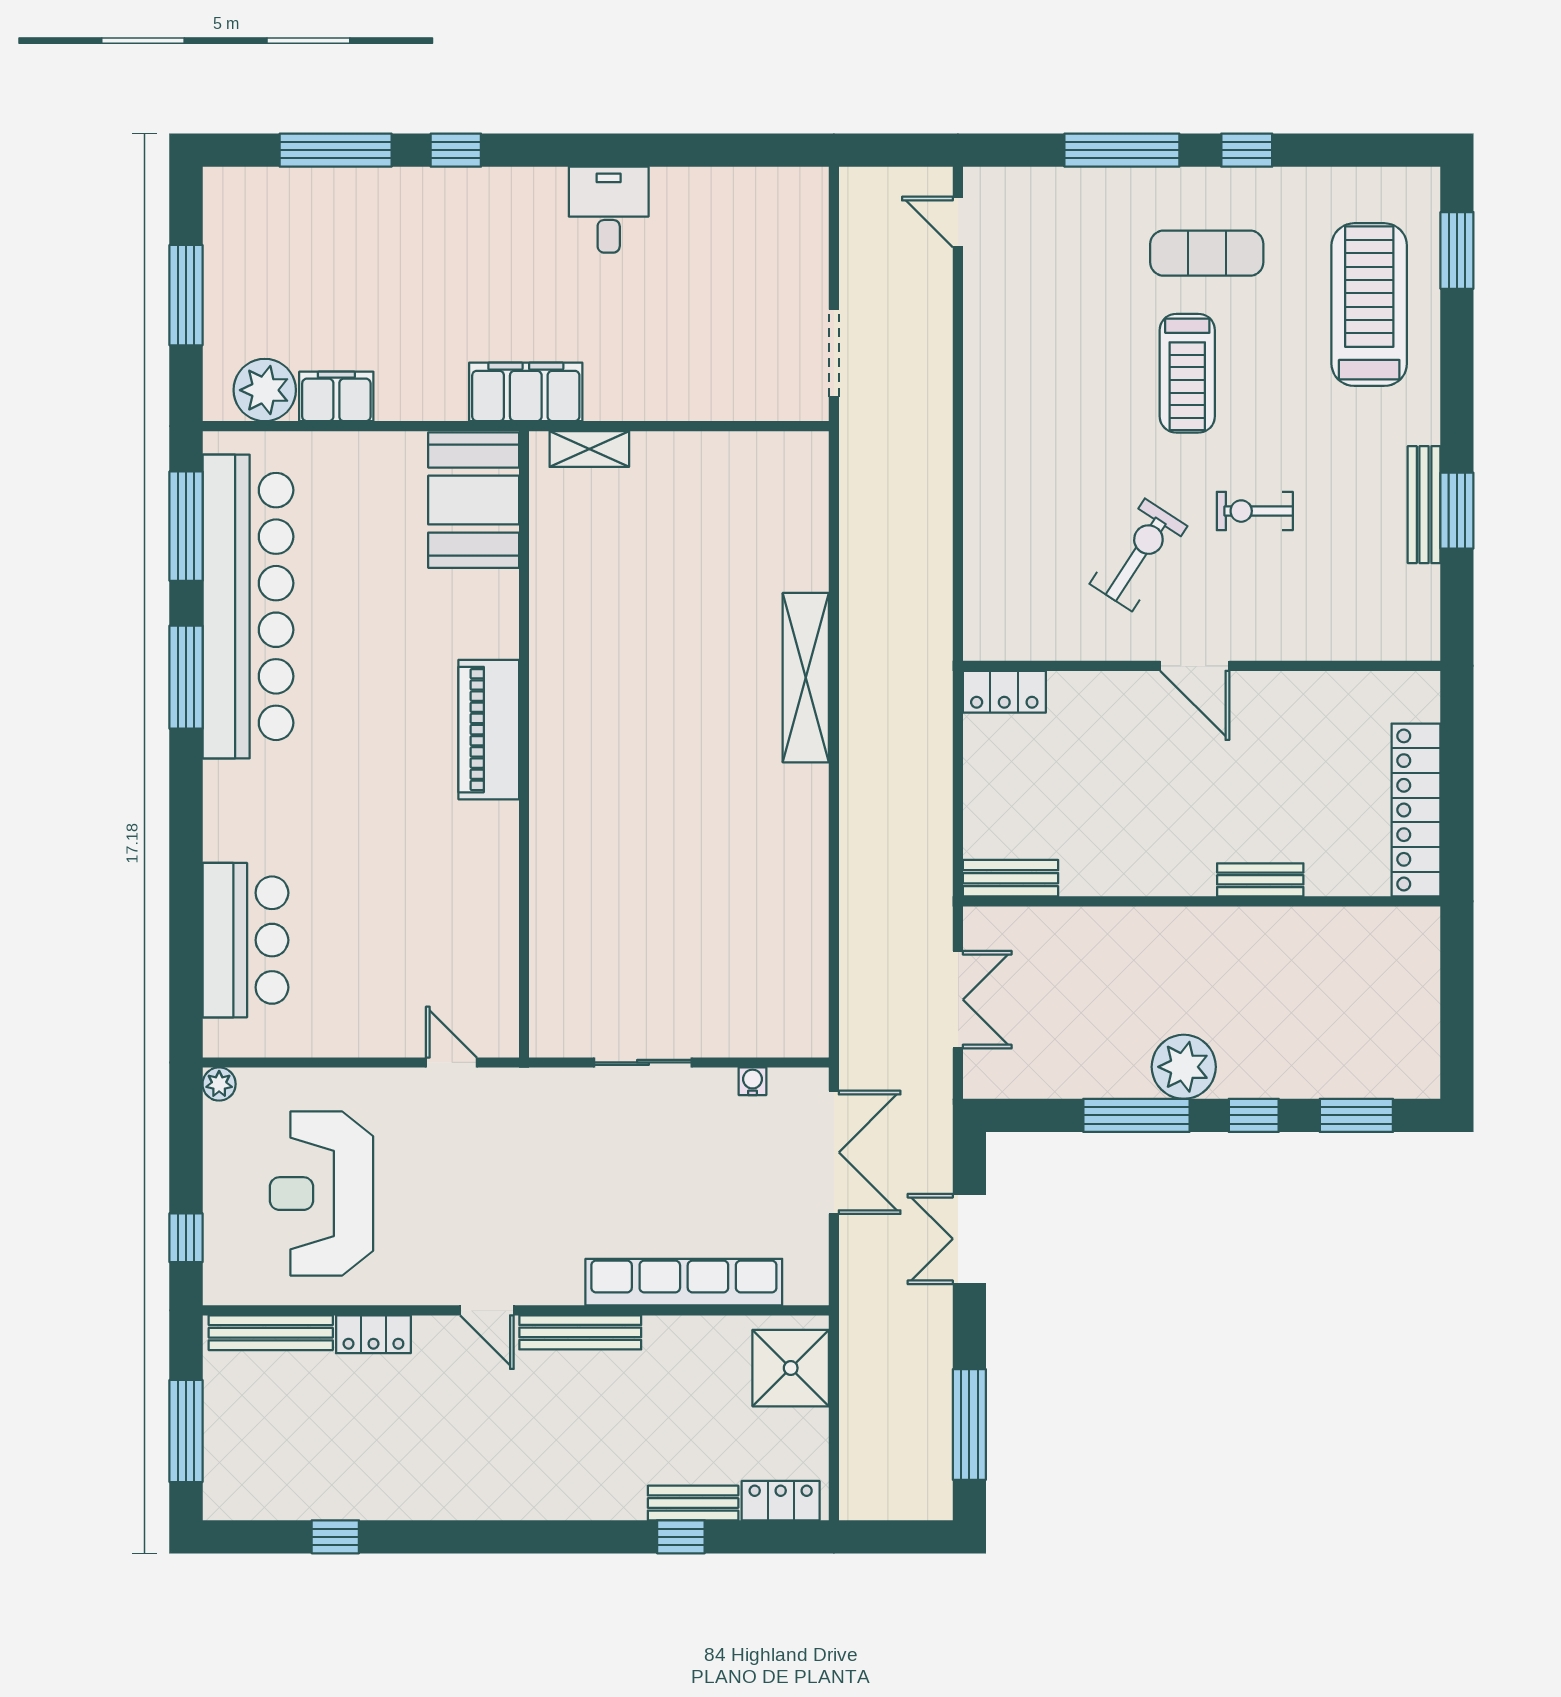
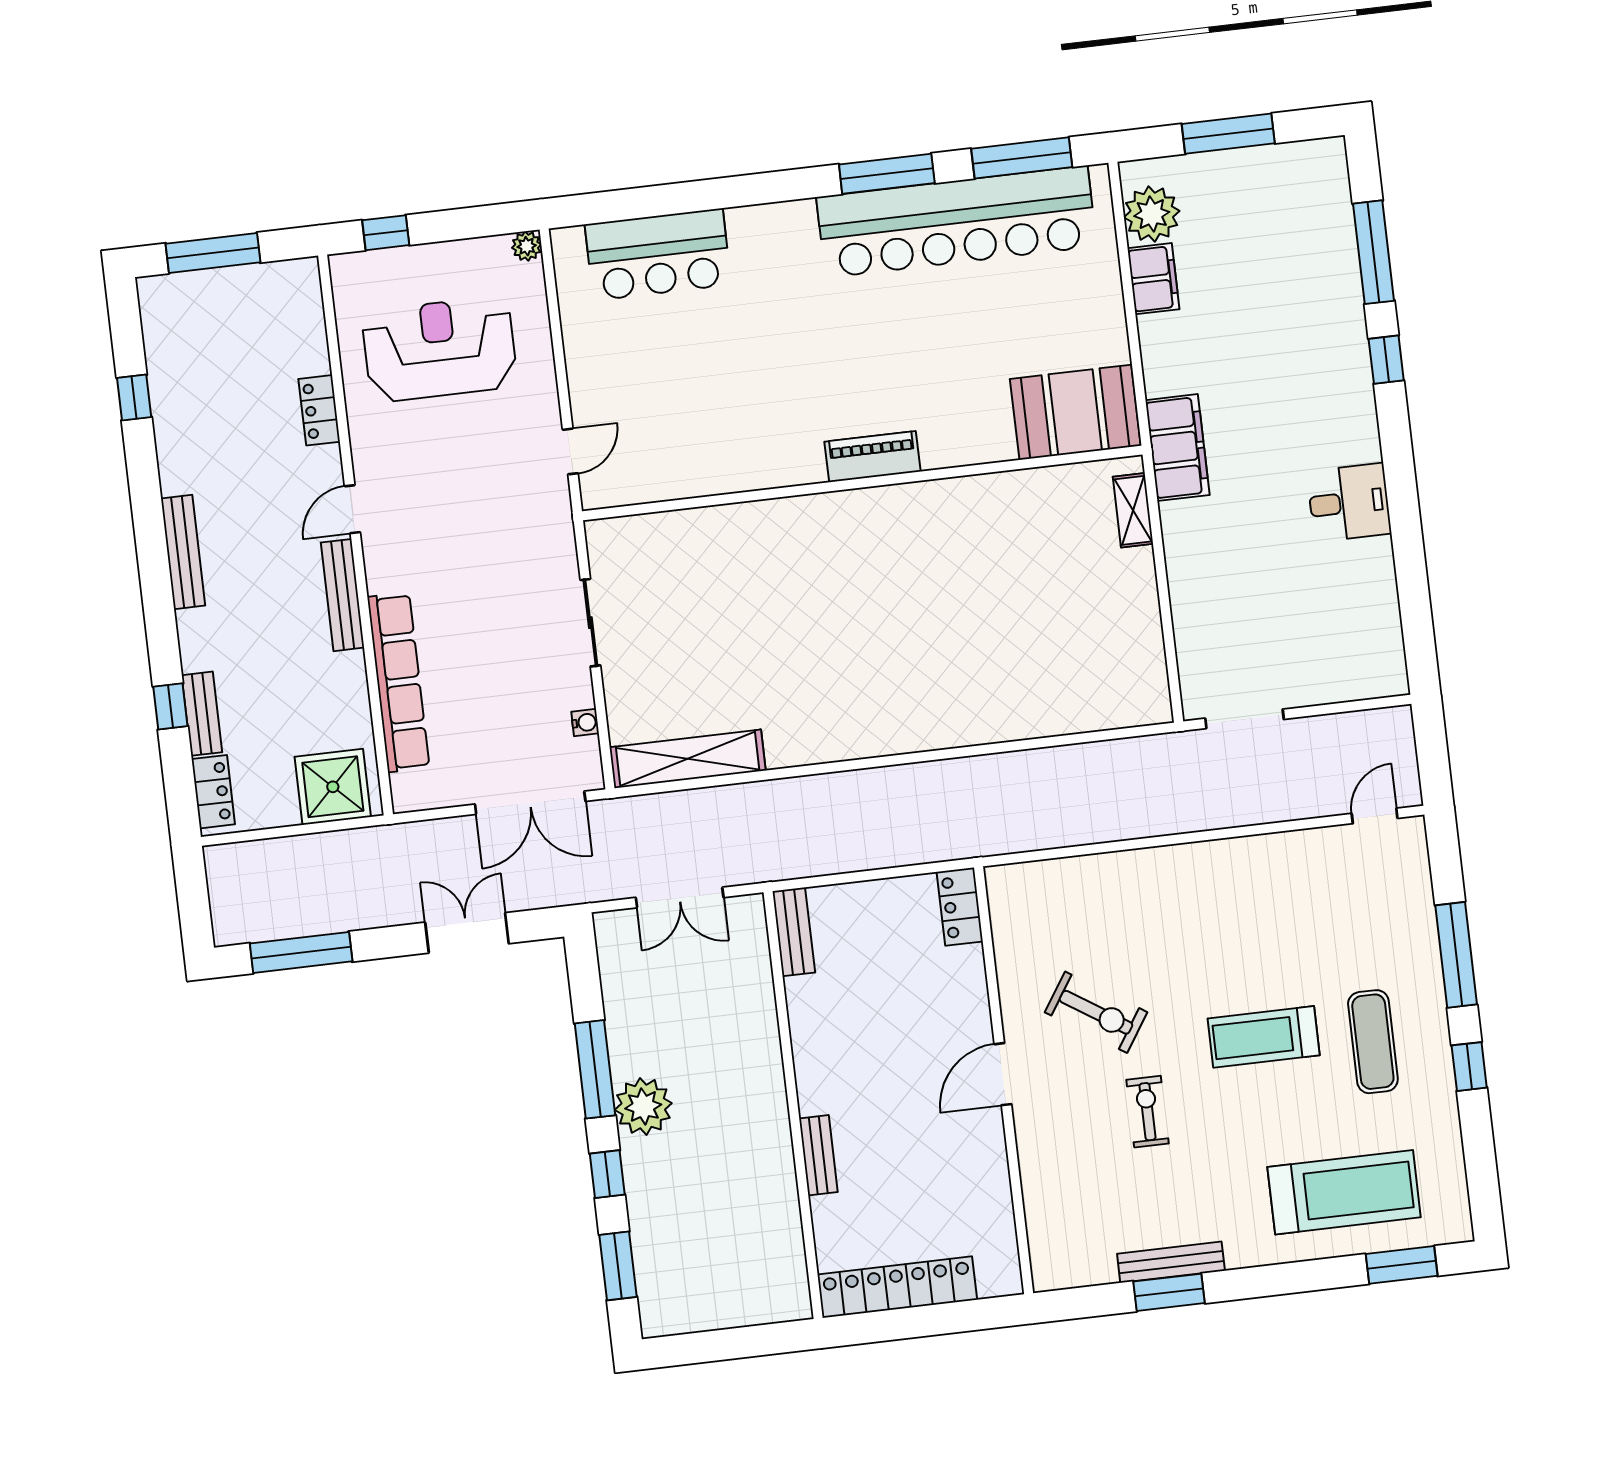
shelving: (806, 678) -> (688, 759), moved
piano: (489, 730) -> (873, 457), width x0.73, depth x0.75
bench: (271, 1333) -> (183, 552), moved

